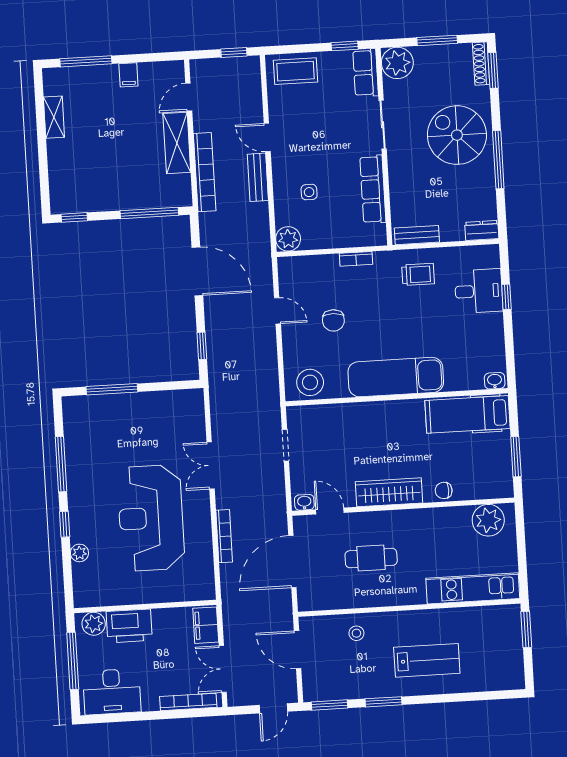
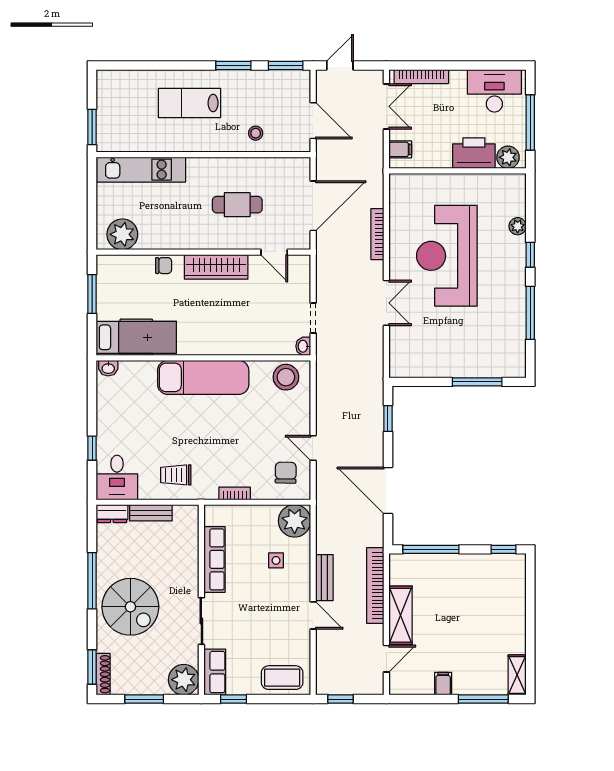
shelving: (54, 117) -> (517, 675), moved
bench: (417, 235) -> (151, 513), moved
plant: (288, 239) -> (295, 521), width x1.36, depth x1.36
desk: (479, 291) -> (117, 477), moved, turned -90
chair: (333, 320) -> (286, 473), moved
washbasin: (304, 502) -> (303, 346), moved, turned 90
reception desk: (151, 518) -> (447, 256), turned 180
filing cabinet: (206, 625) -> (400, 149), width x0.50

